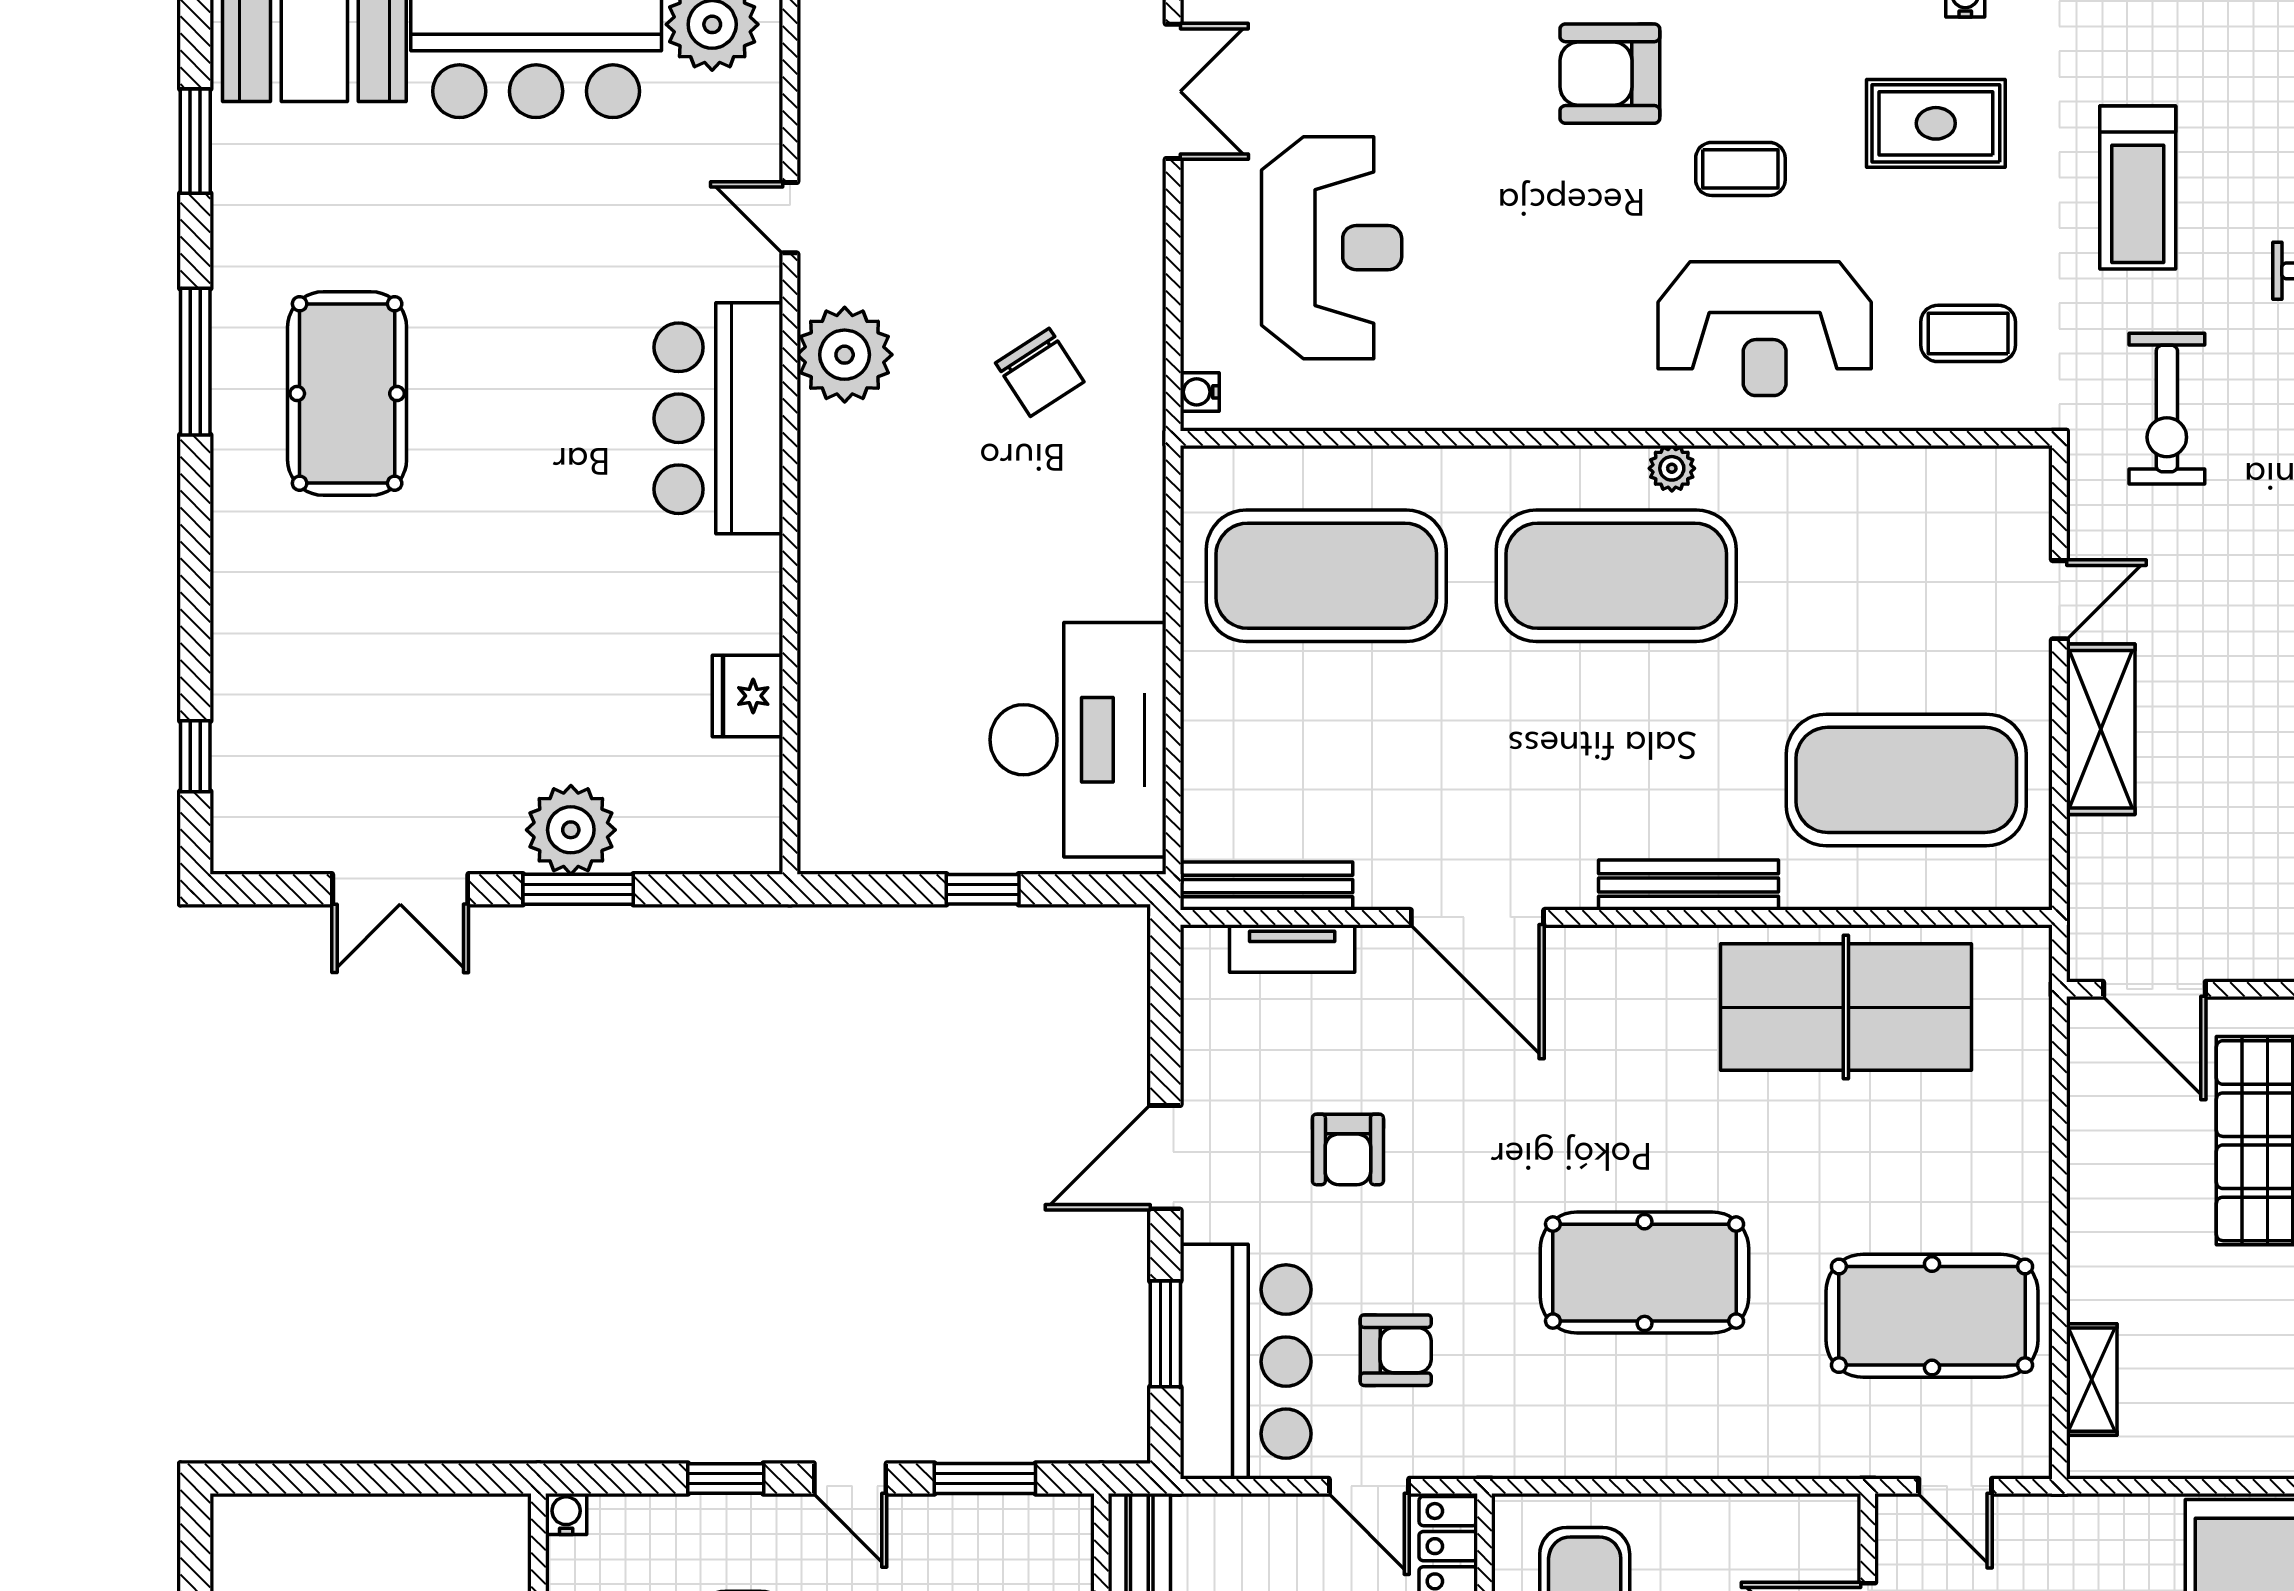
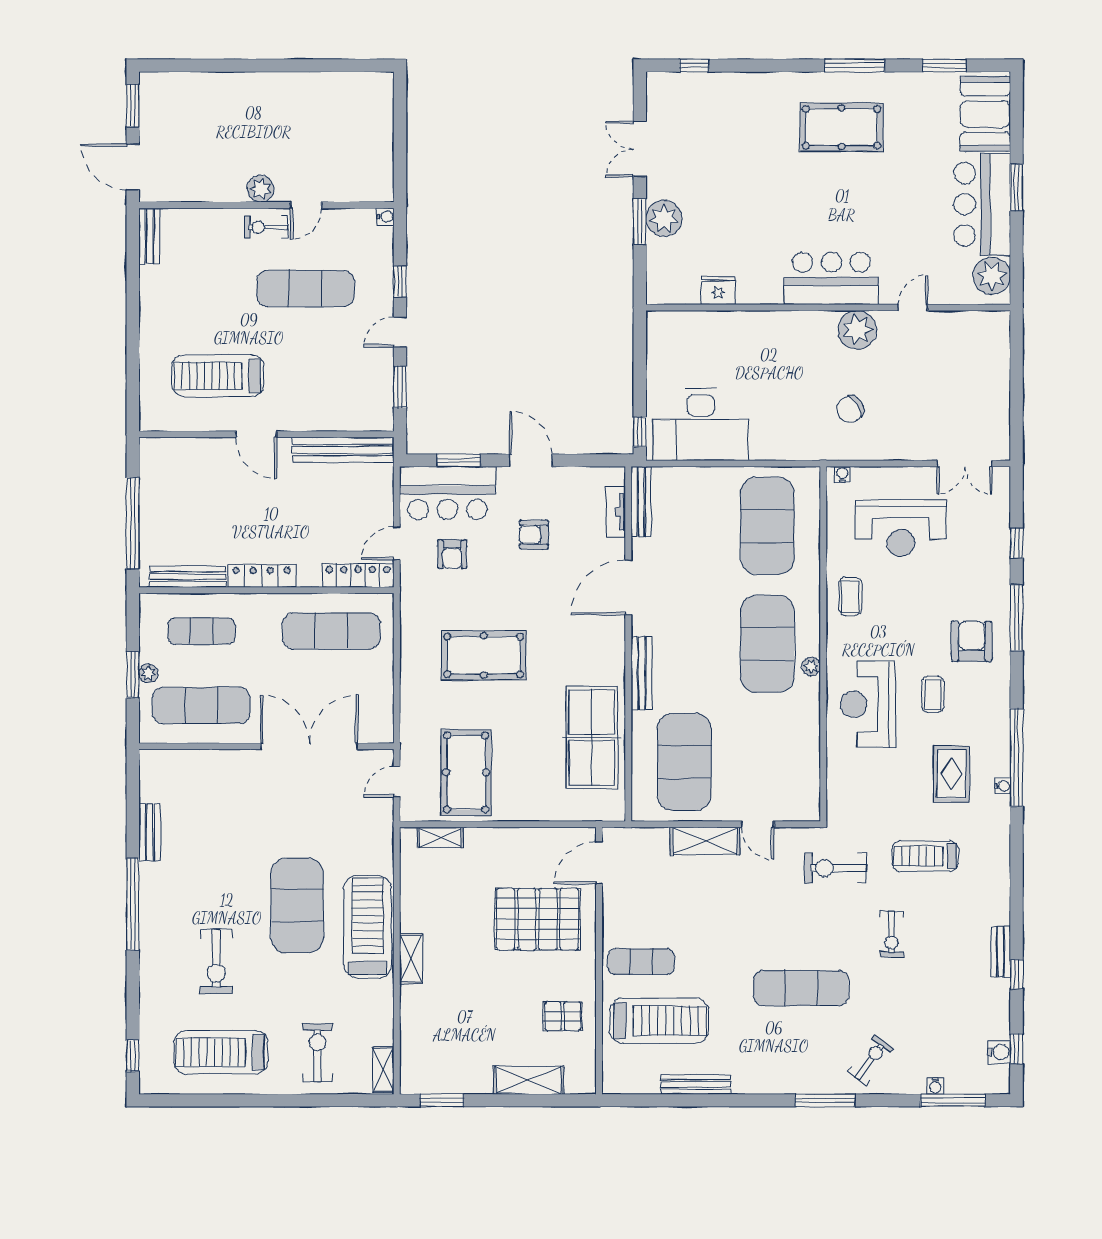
coffee table: (1968, 333) -> (850, 596), moved
window: (983, 889) -> (640, 432), moved
pool table: (1645, 1273) -> (484, 655), turned 90

